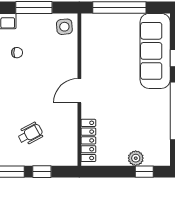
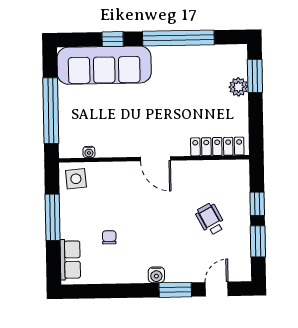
water cooler: (86, 38) -> (89, 152), added
window: (144, 172) -> (255, 76), width x1.50

